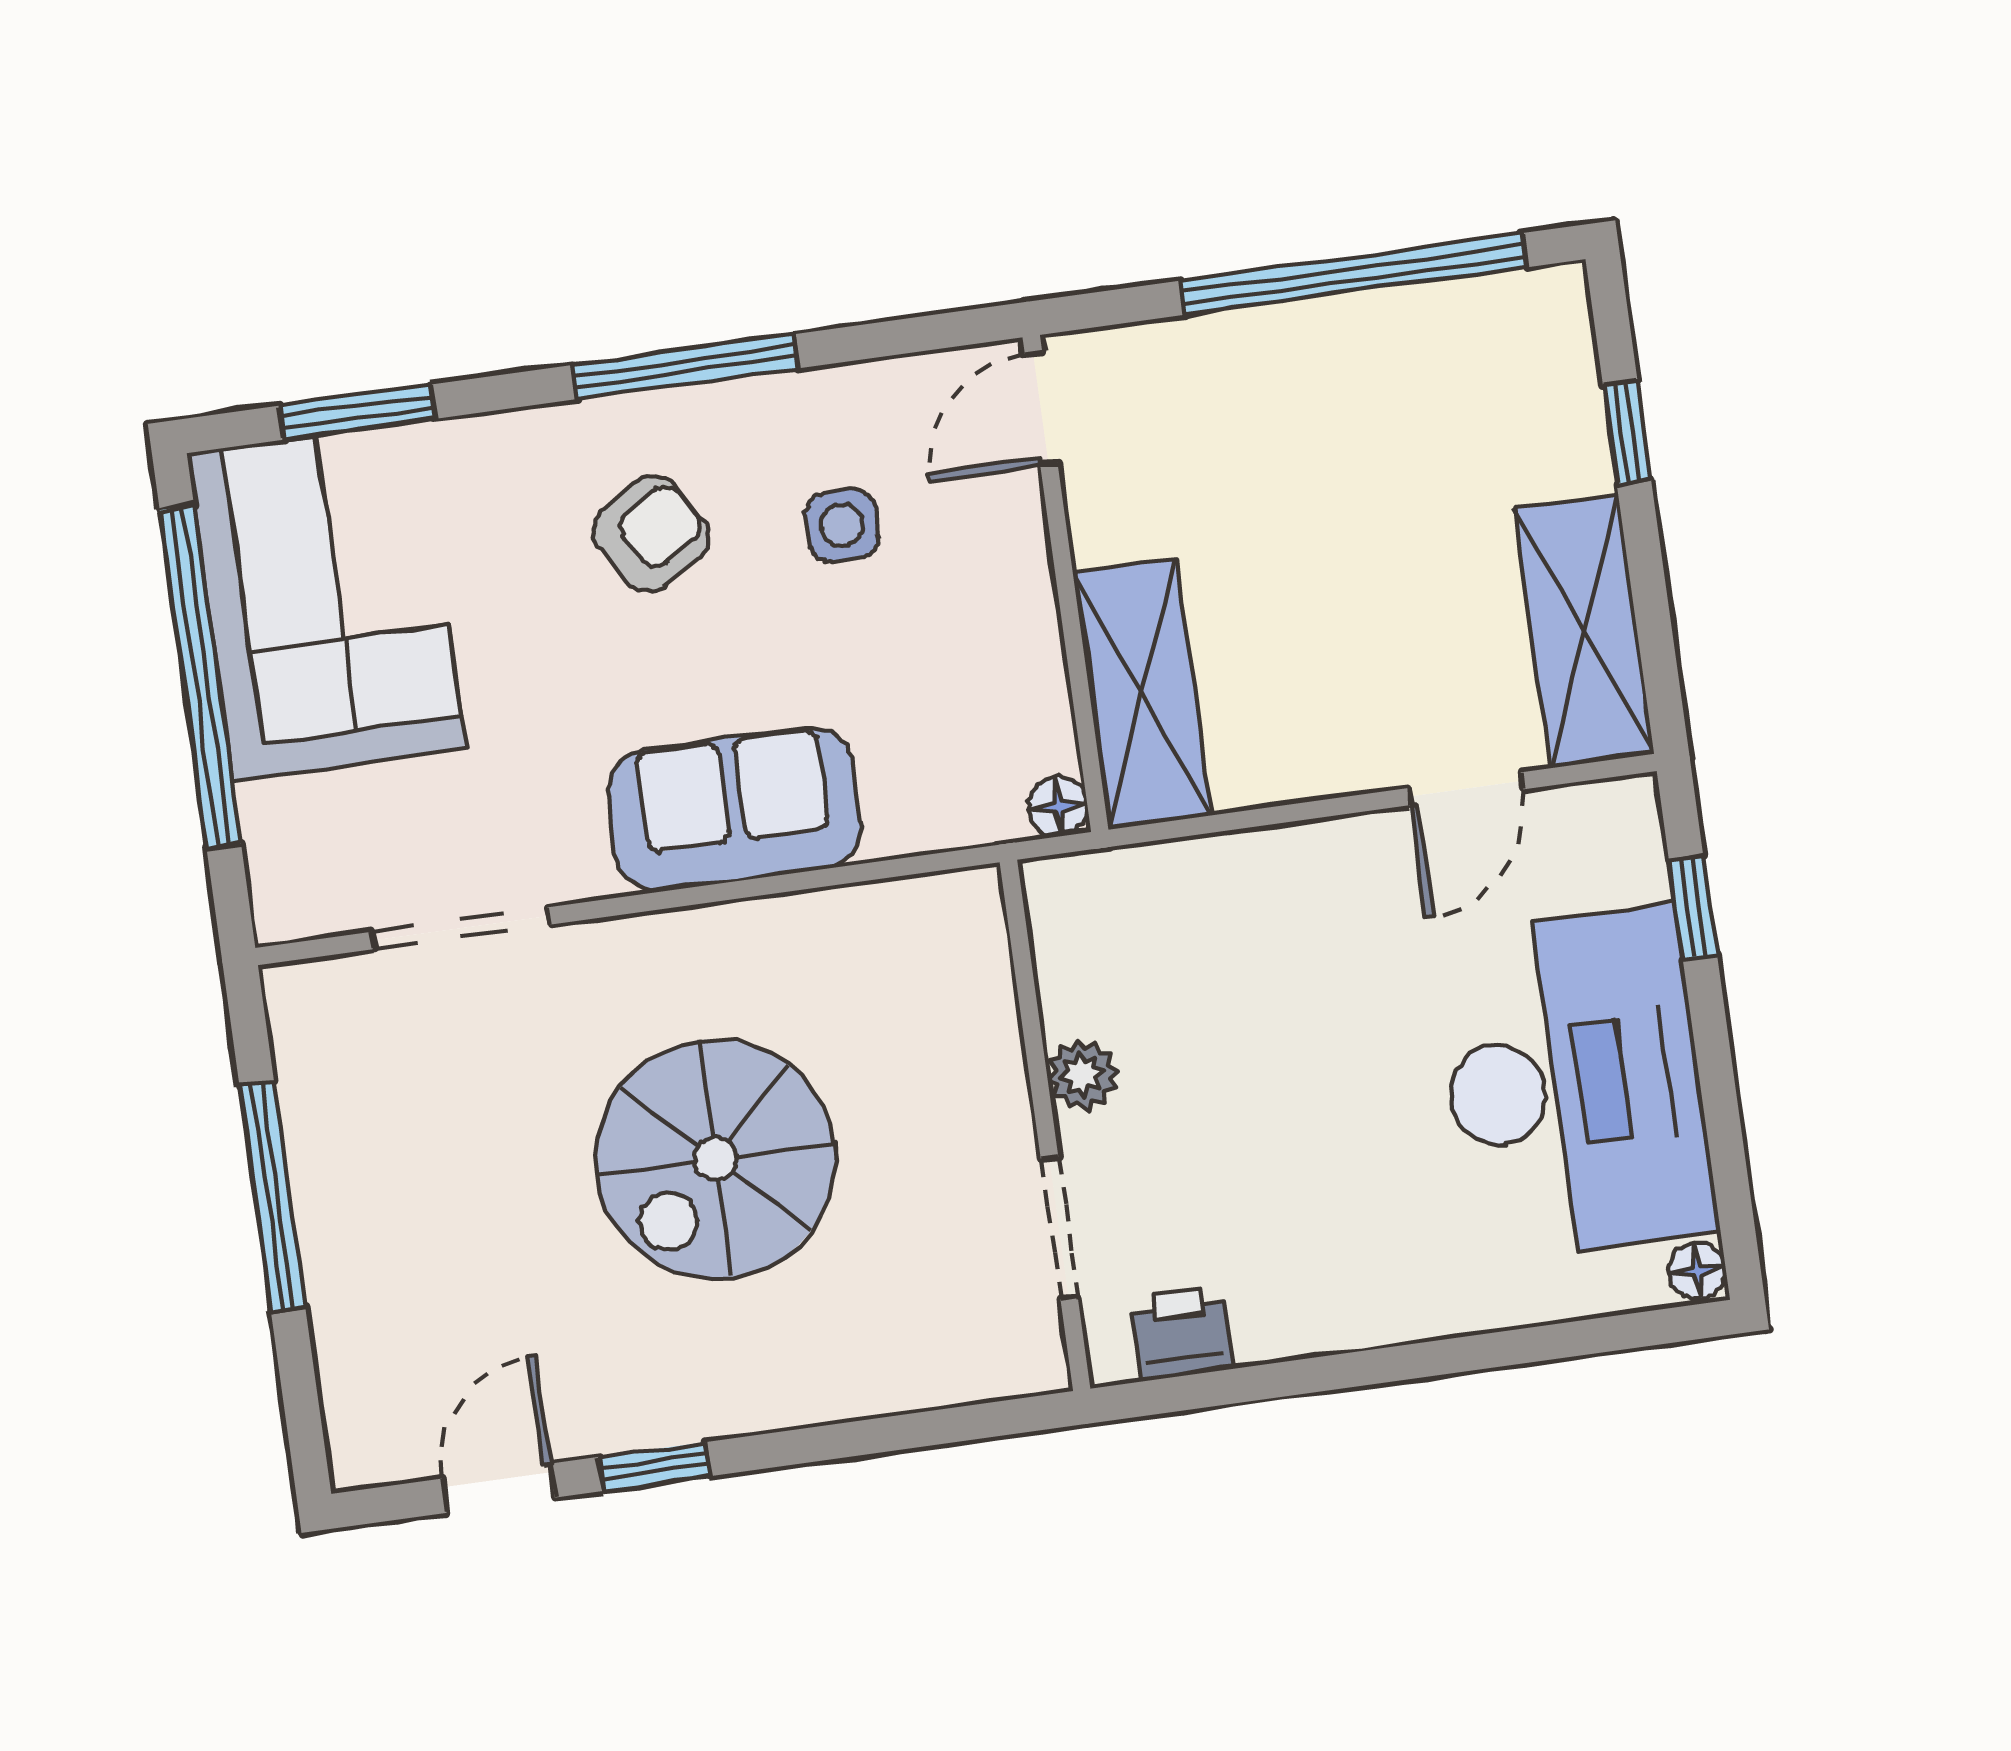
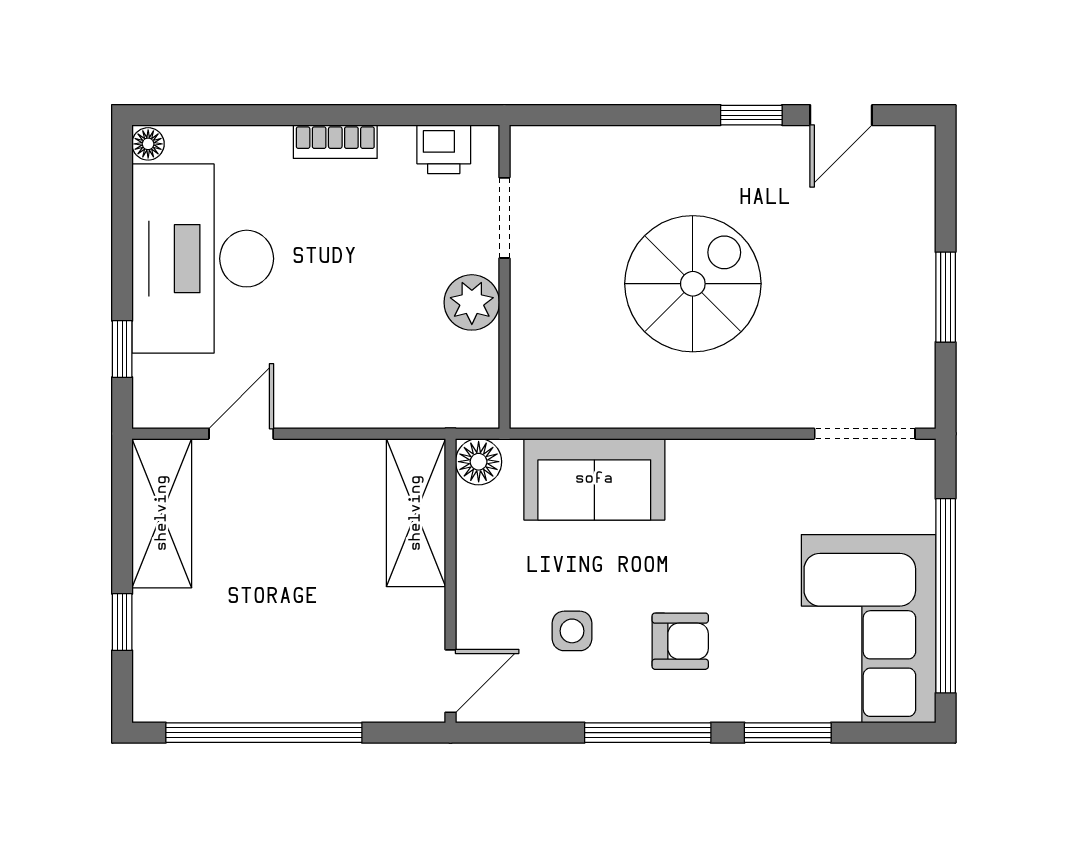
window: (357, 412) -> (788, 733), moved
armchair: (651, 534) -> (680, 641), turned -148
floor lamp: (1058, 807) -> (479, 462), width x1.37, depth x1.37
sofa: (735, 809) -> (594, 479), moved
doorway: (461, 928) -> (865, 434), moved
plant: (1083, 1075) -> (472, 302), width x1.38, depth x1.38
window: (272, 1197) -> (946, 297), width x0.69
bookcase: (1372, 1320) -> (335, 142), added

